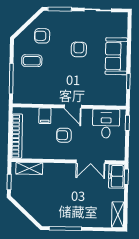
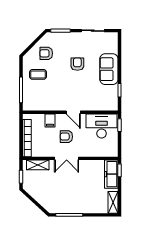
desk: (106, 124) -> (102, 126), width x1.37
double door: (91, 162) -> (67, 158), moved
freezer: (117, 176) -> (111, 174), width x1.40

